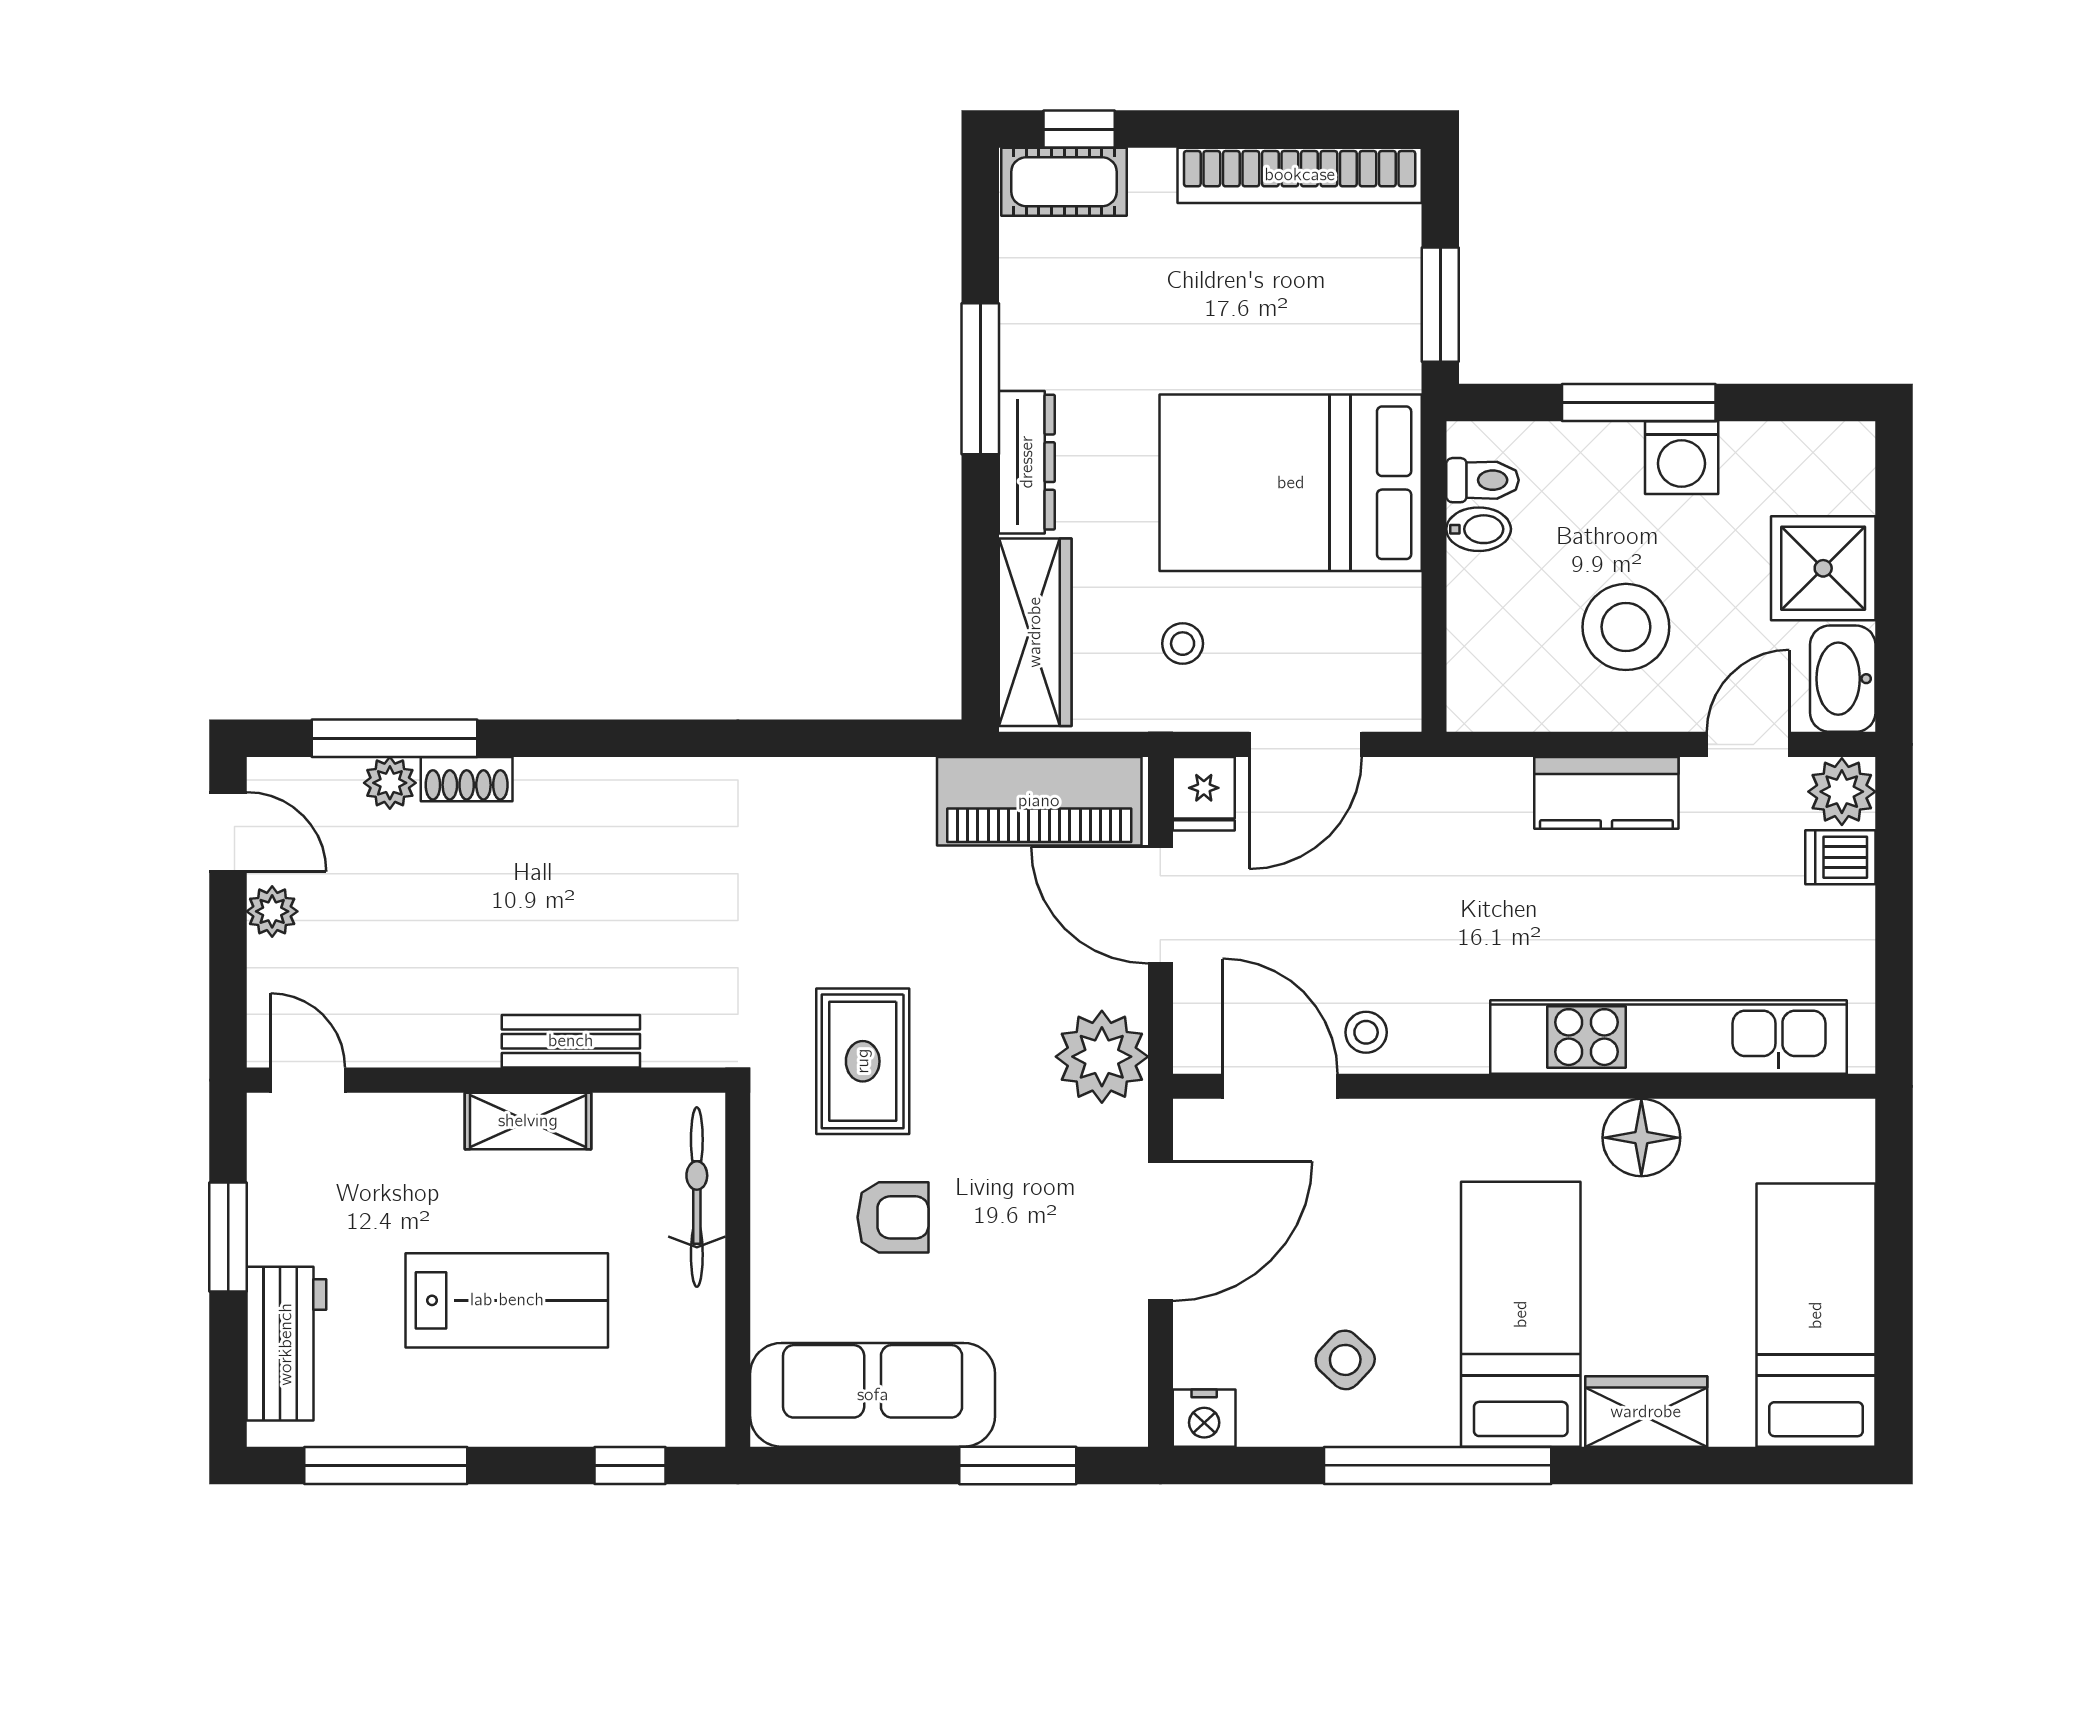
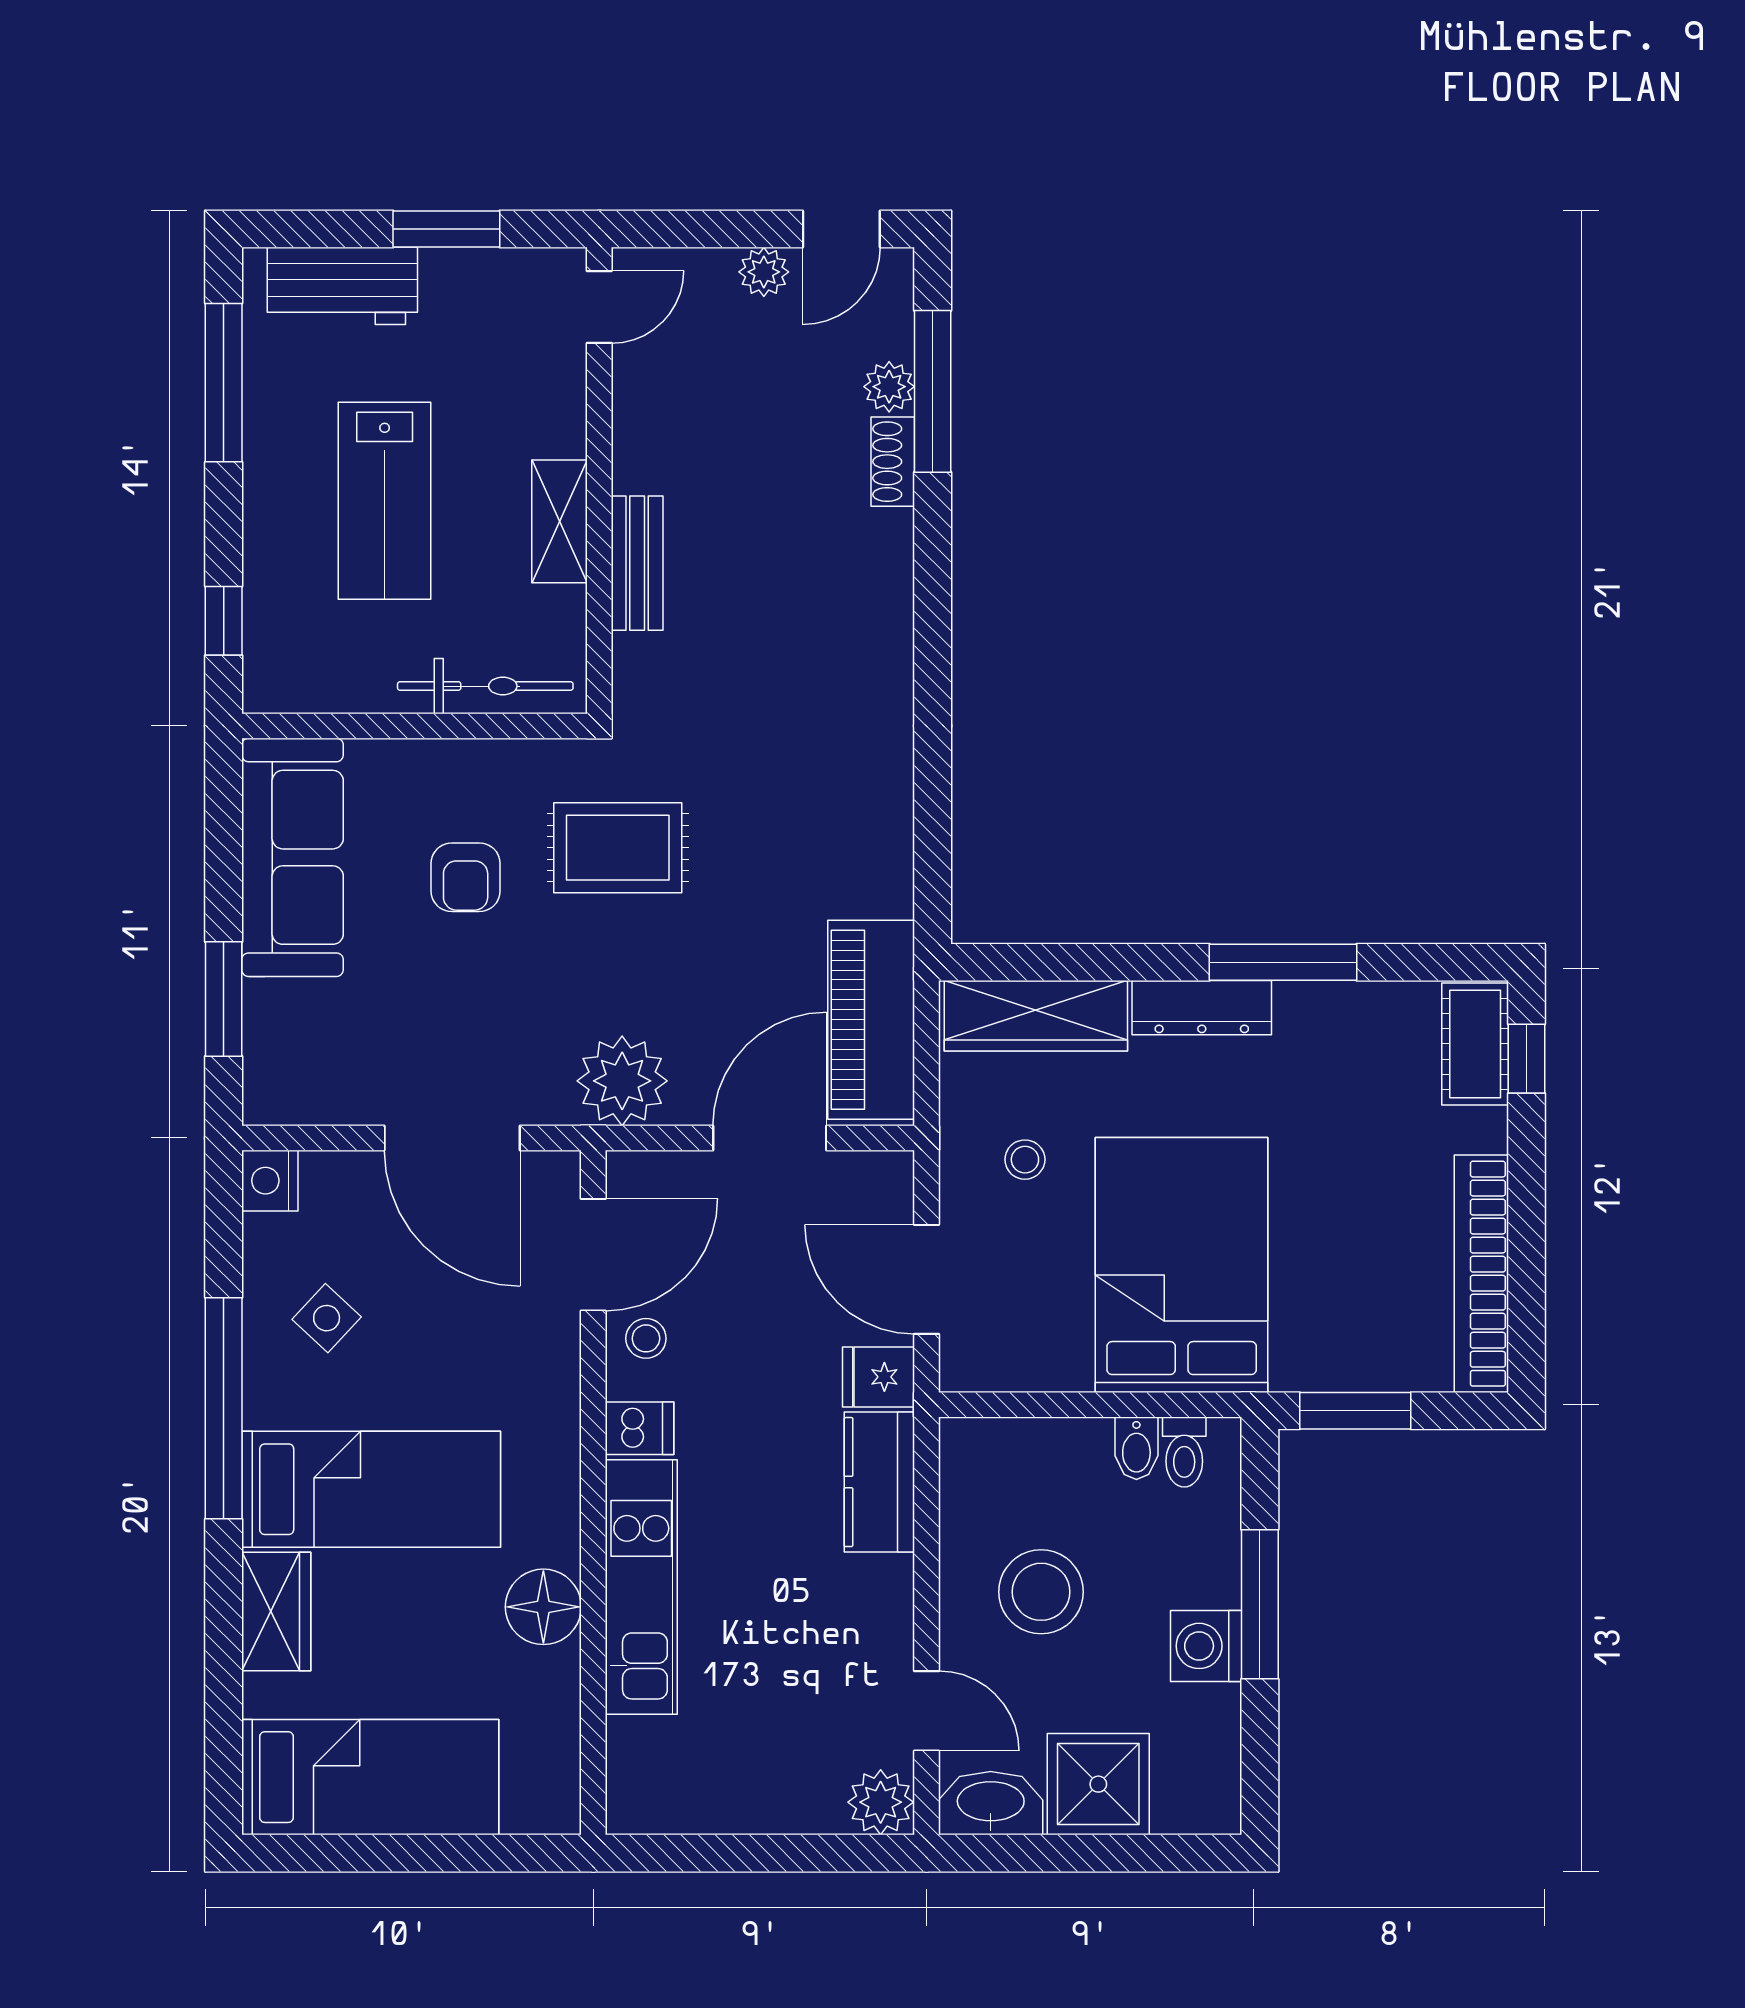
kitchen counter: (1606, 793) -> (879, 1482), moved
fridge: (1204, 794) -> (879, 1377), moved
dishwasher: (1840, 857) -> (639, 1428), moved, turned 90
kitchen unit: (1668, 1037) -> (641, 1587), width x0.73

